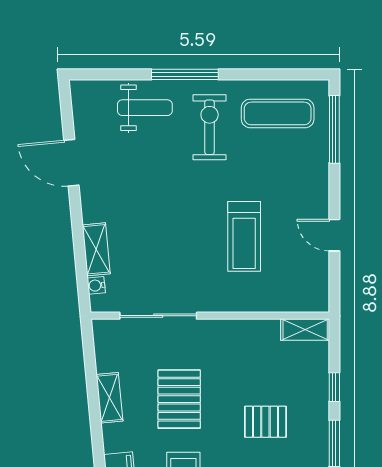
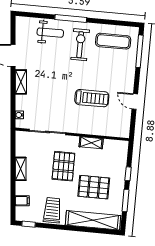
treadmill: (244, 236) -> (92, 98), turned -90
shelving: (96, 249) -> (21, 82), moved
shelving: (305, 330) -> (91, 143), moved
pallet: (179, 399) -> (63, 166), moved
pallet: (265, 422) -> (94, 187), width x1.50, depth x1.42

